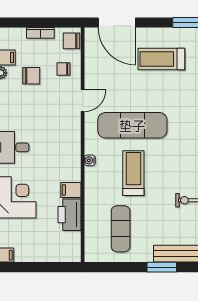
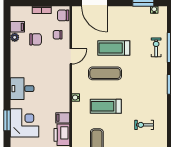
treadmill: (161, 59) -> (114, 48), moved
exercise mat: (132, 125) -> (105, 73), width x0.73, depth x0.69
treadmill: (133, 173) -> (106, 106), turned -90

